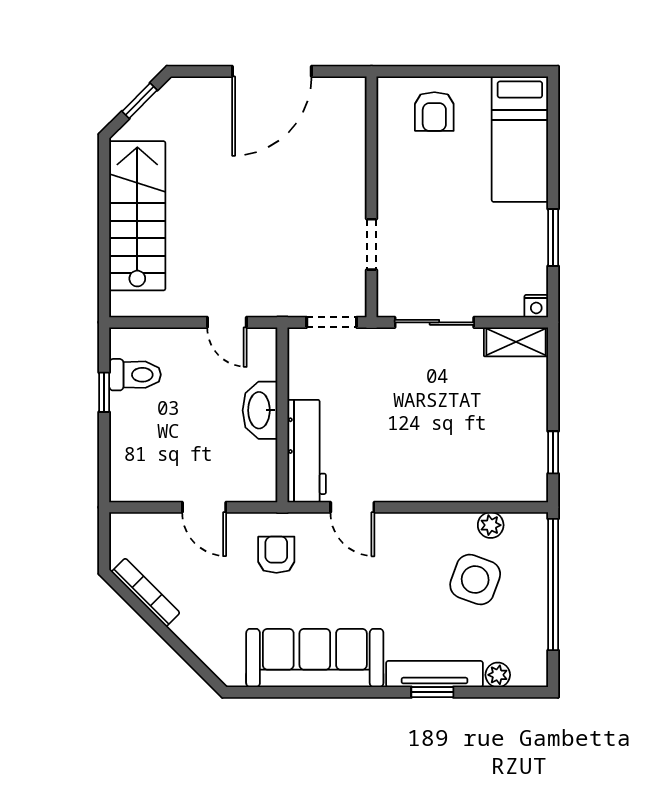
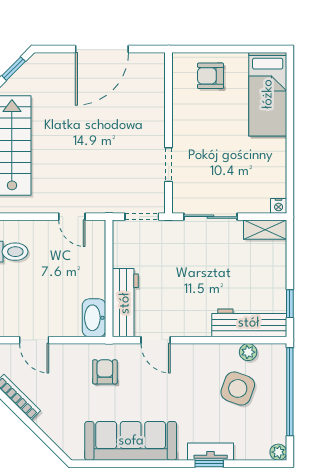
armchair: (434, 112) -> (210, 76), turned 90
window: (553, 238) -> (290, 160), removed
washbasin: (260, 410) -> (94, 318), moved
workbench: (492, 481) -> (249, 323), added
door: (204, 507) -> (34, 340), moved
tv unit: (434, 674) -> (211, 452), width x0.71
plant: (498, 675) -> (278, 452), moved

